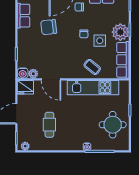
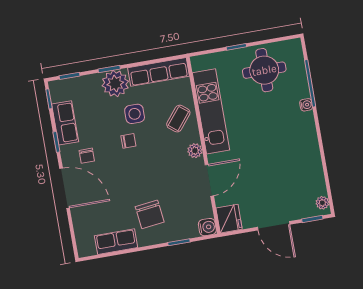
chair: (49, 27) -> (150, 214), moved
plant: (33, 74) -> (195, 151), moved
cafe table: (49, 125) -> (282, 170), removed

